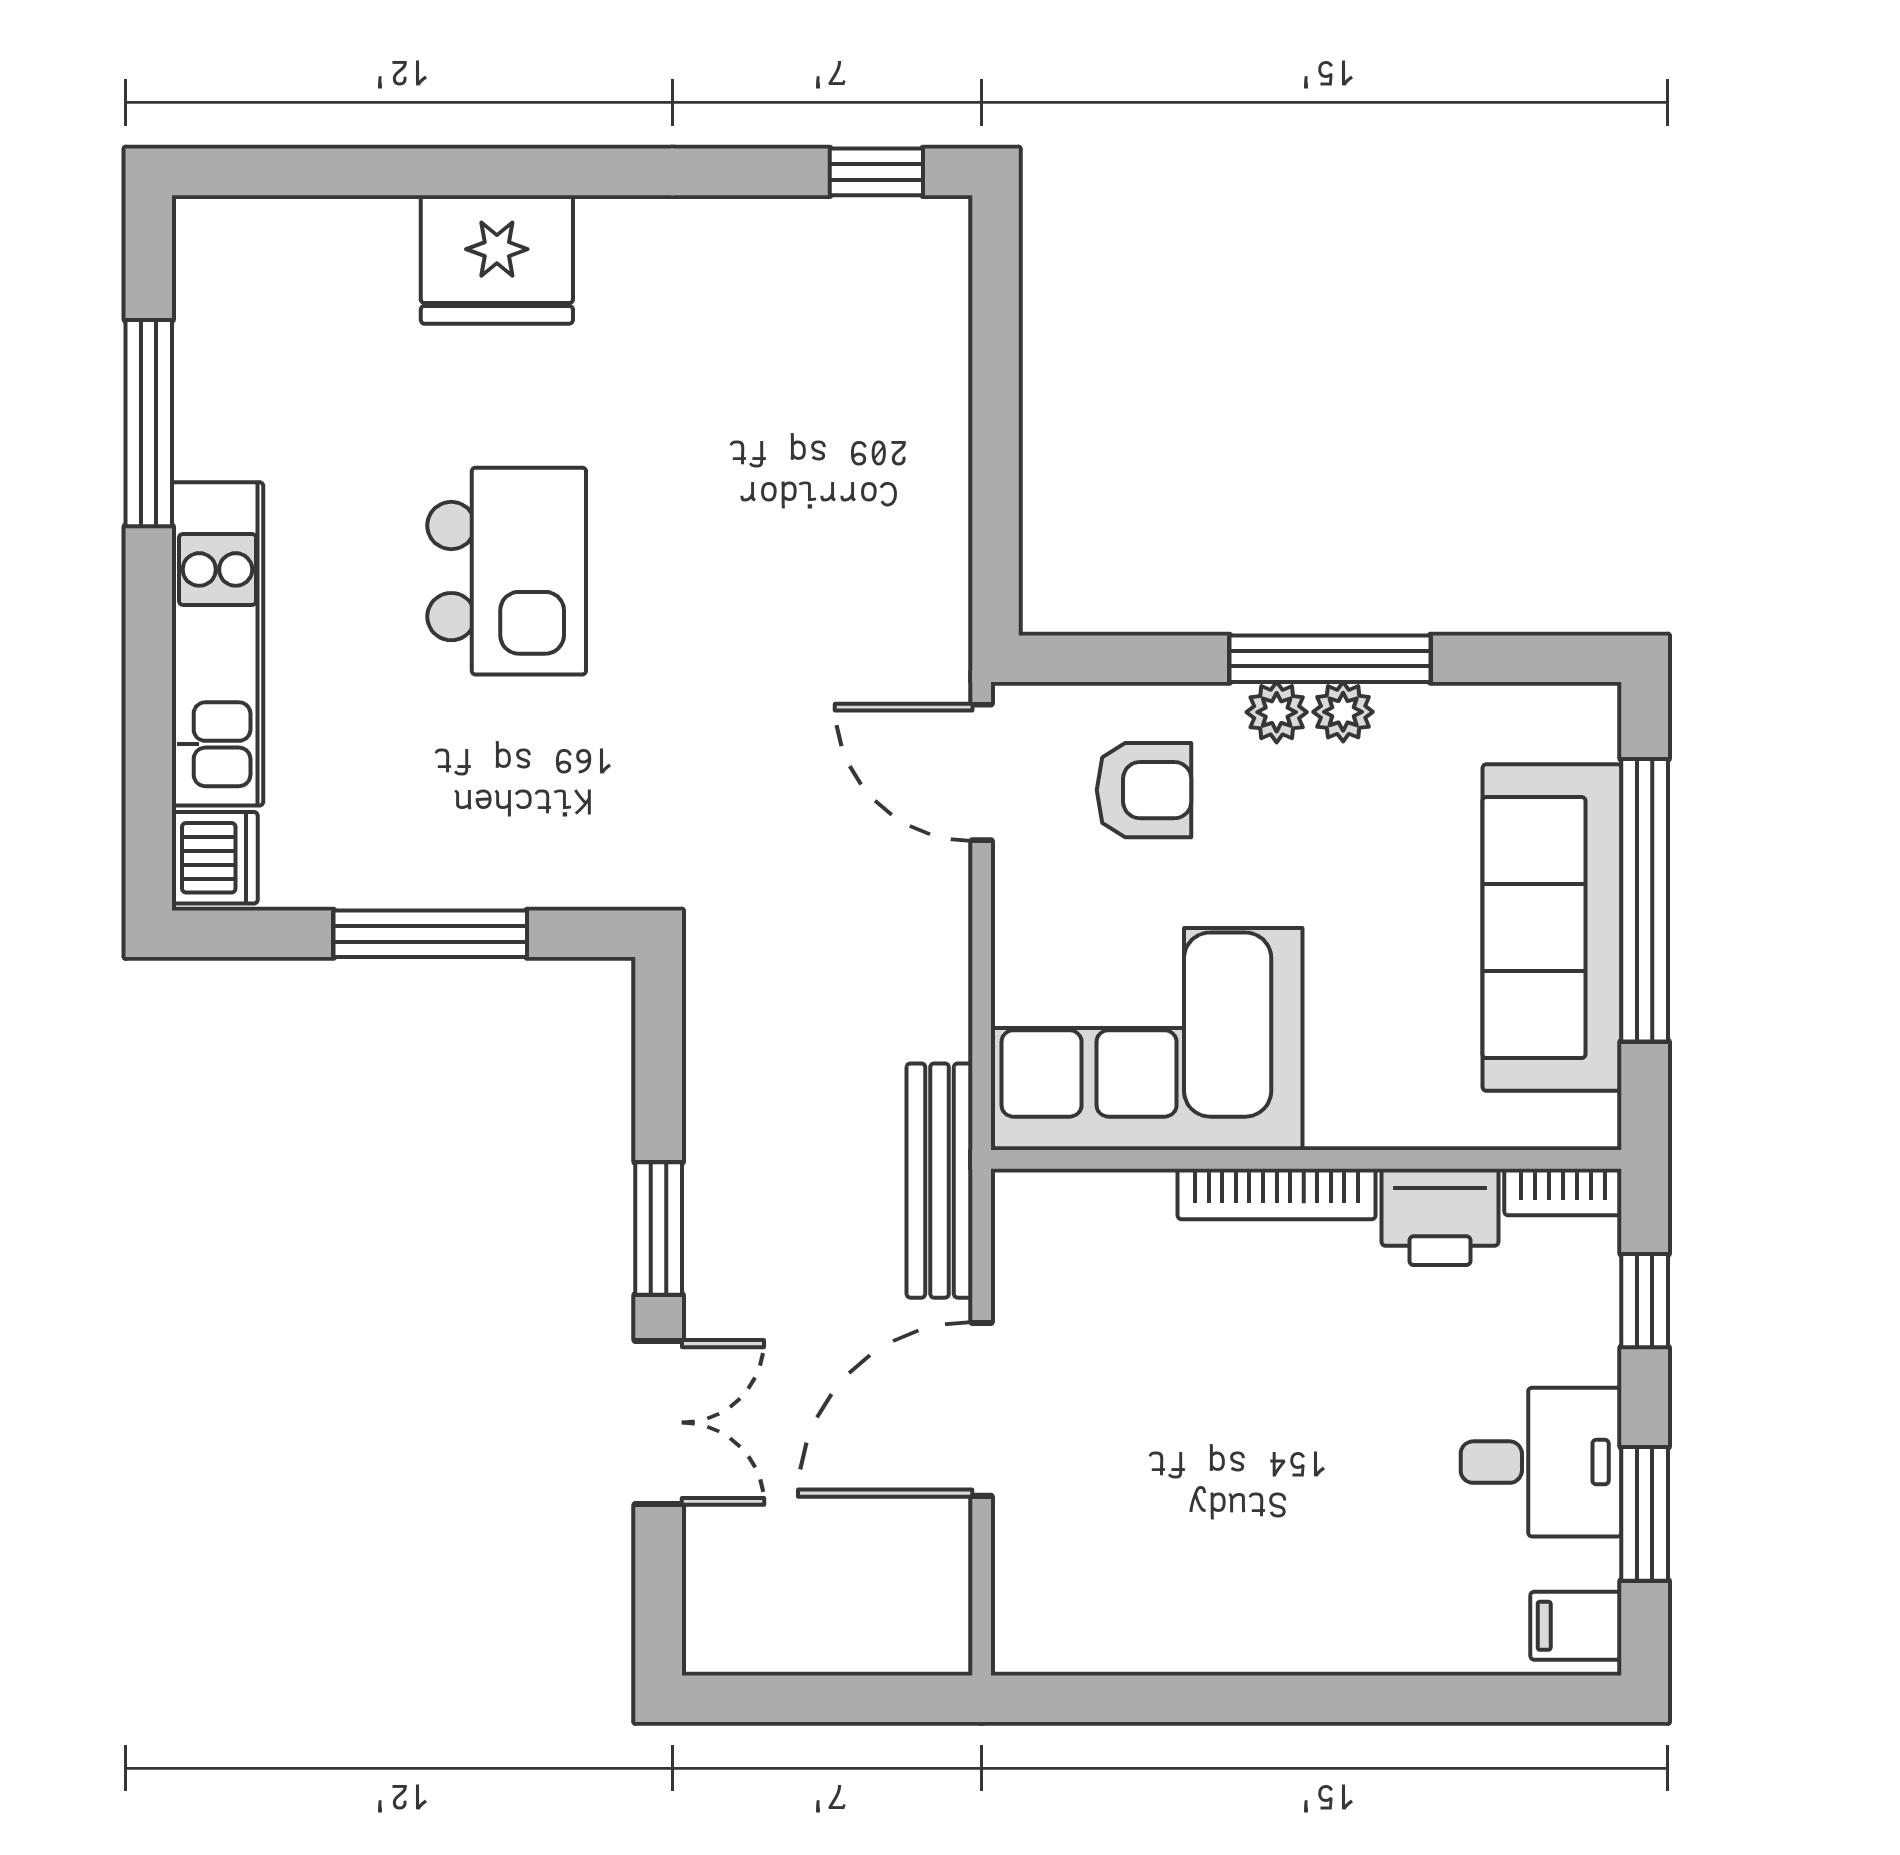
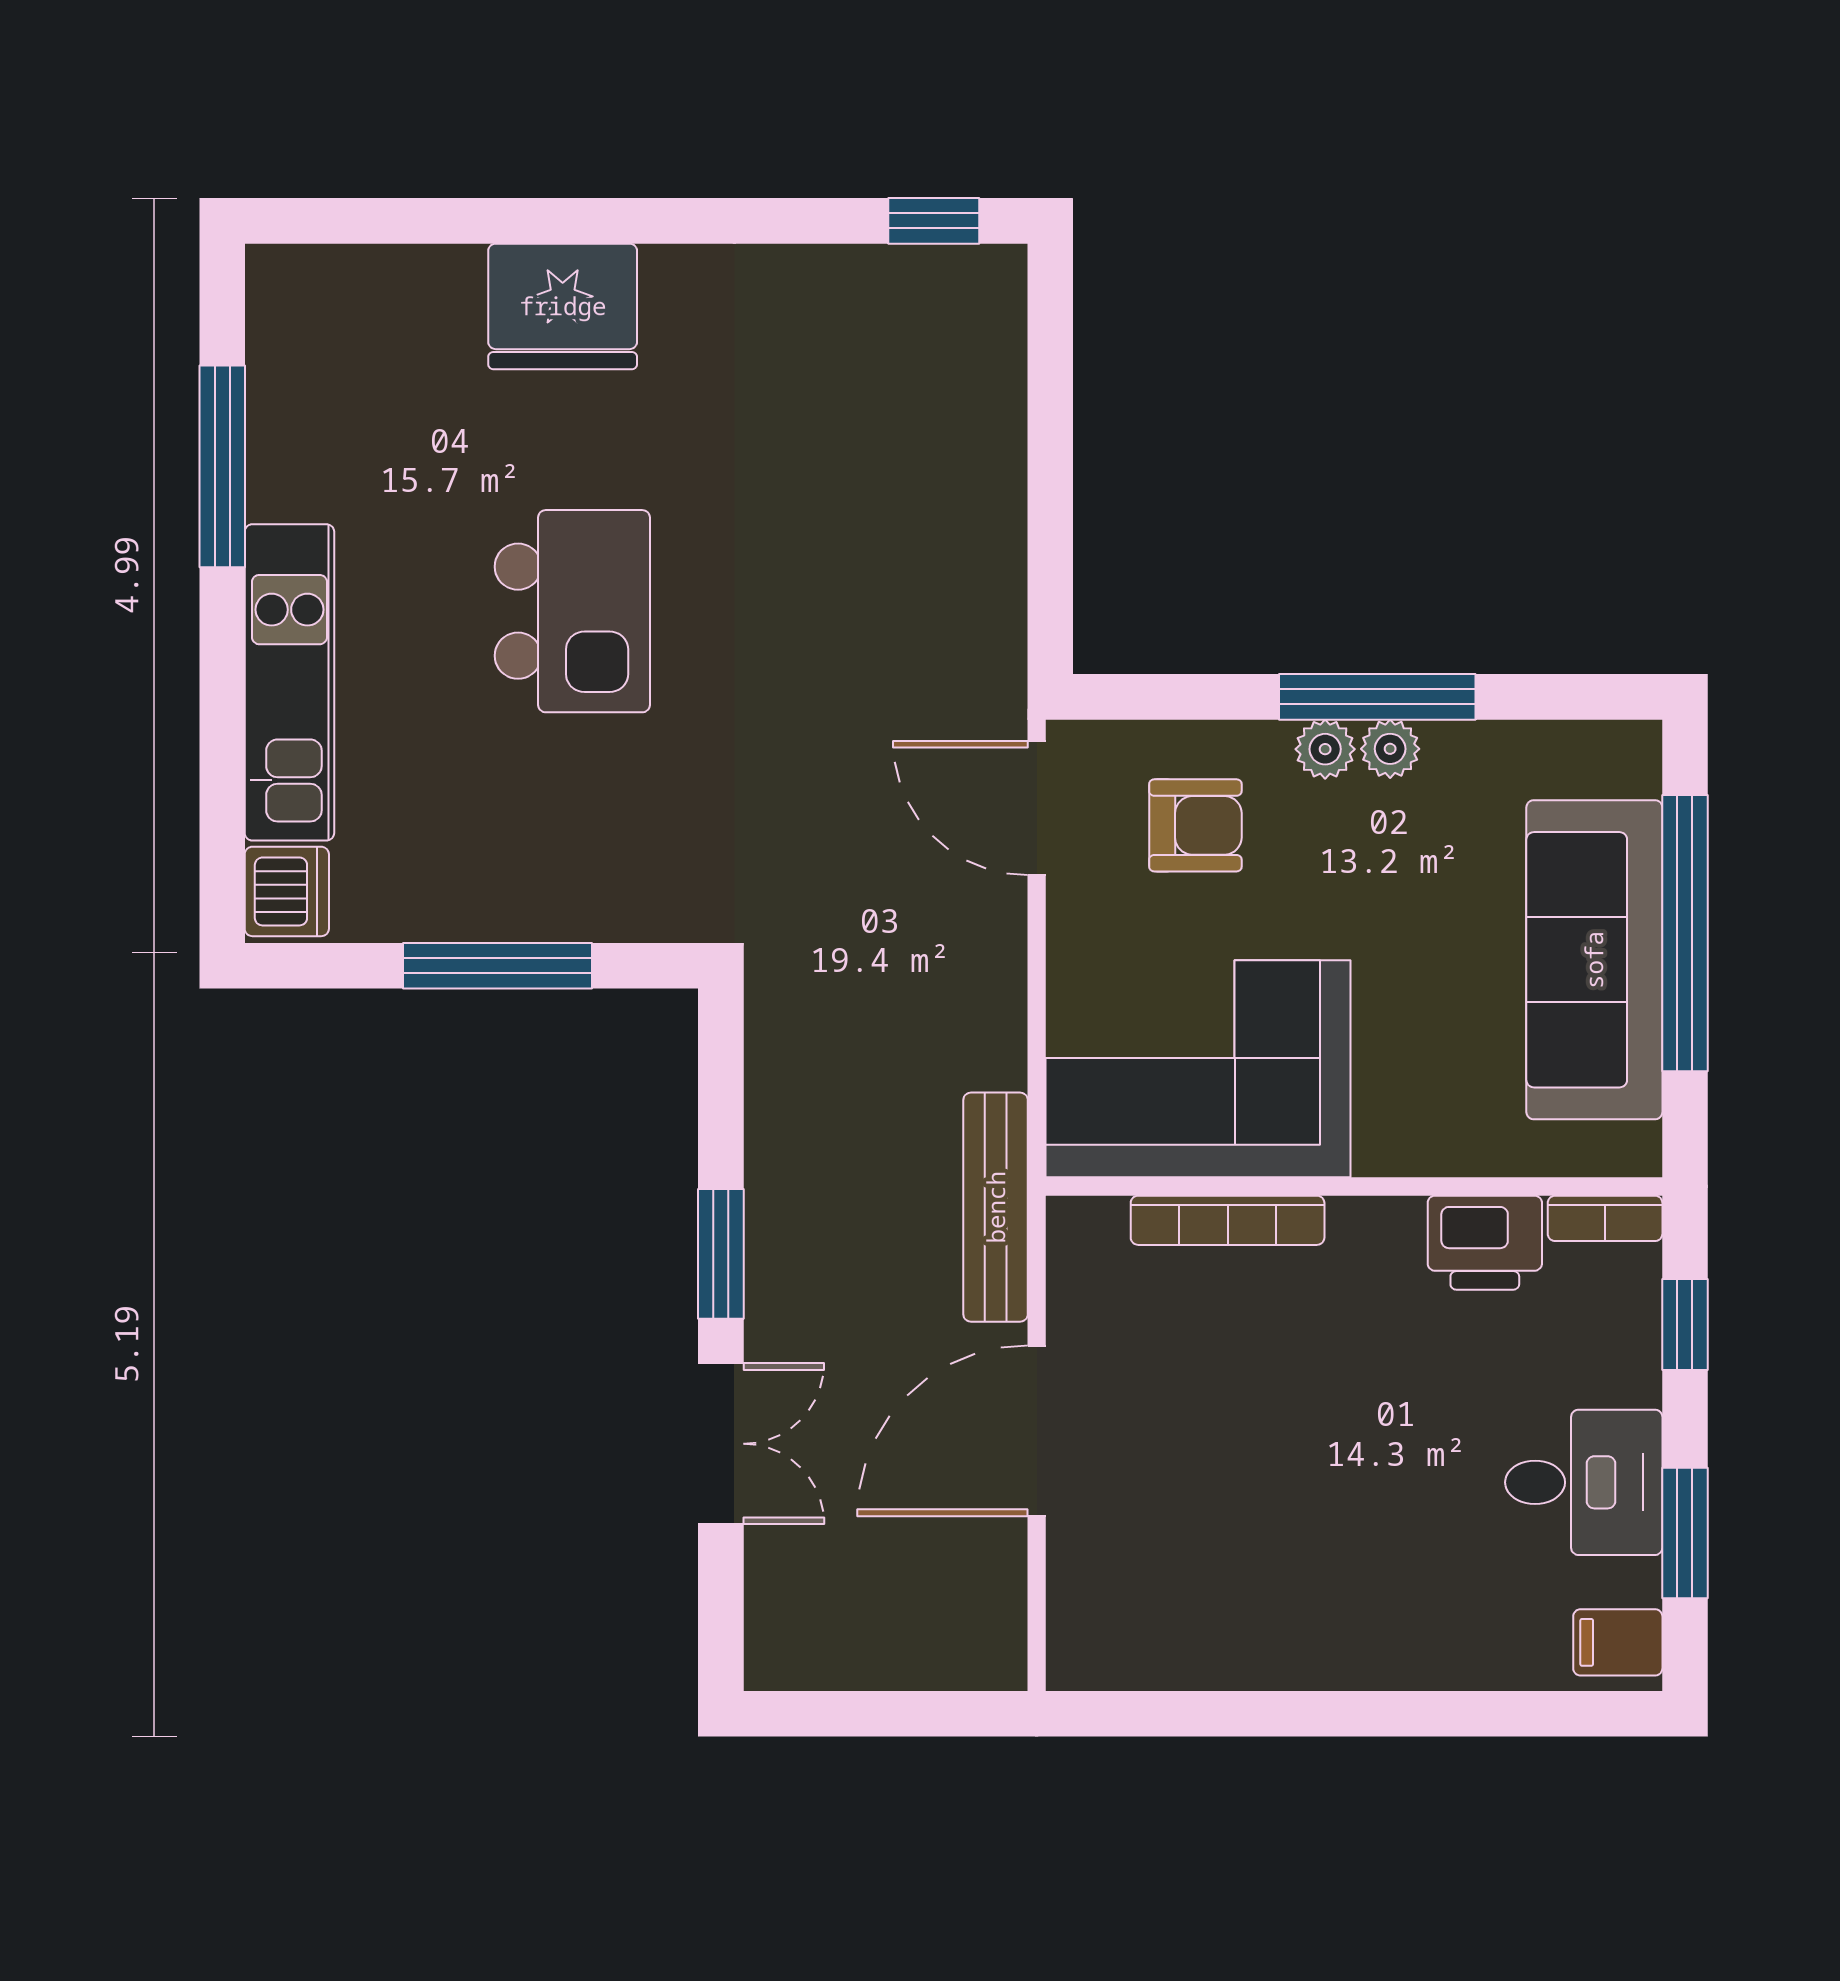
bookcase: (1277, 1194) -> (1228, 1220), moved

